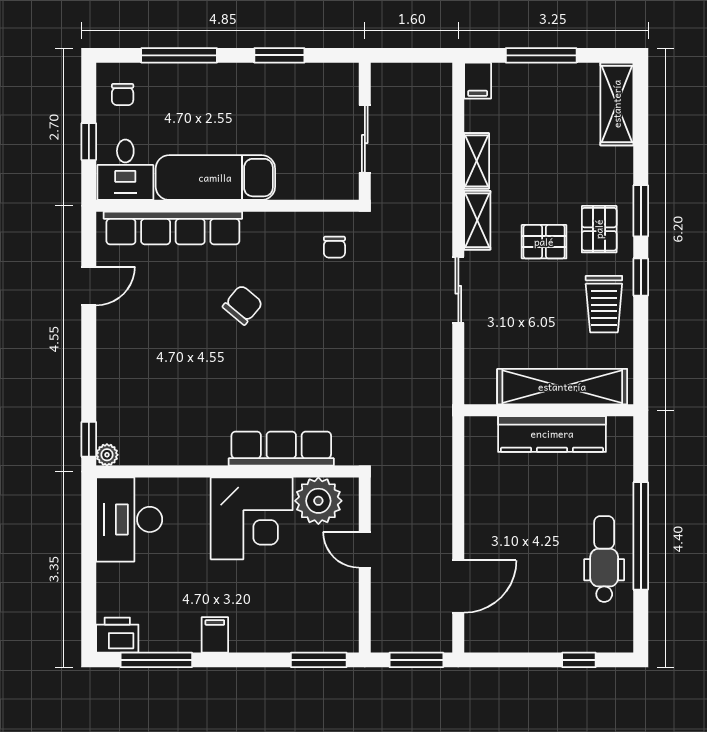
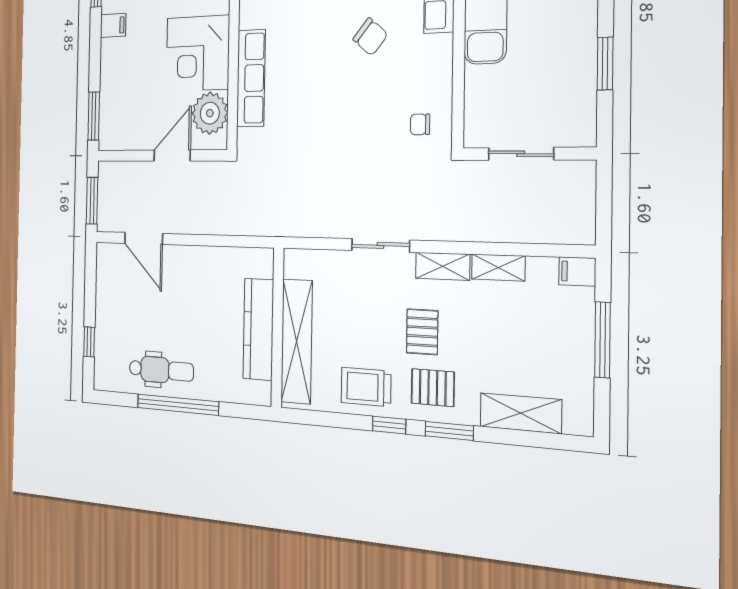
shelving: (617, 104) -> (521, 413), moved
door: (365, 550) -> (172, 155), width x1.37

